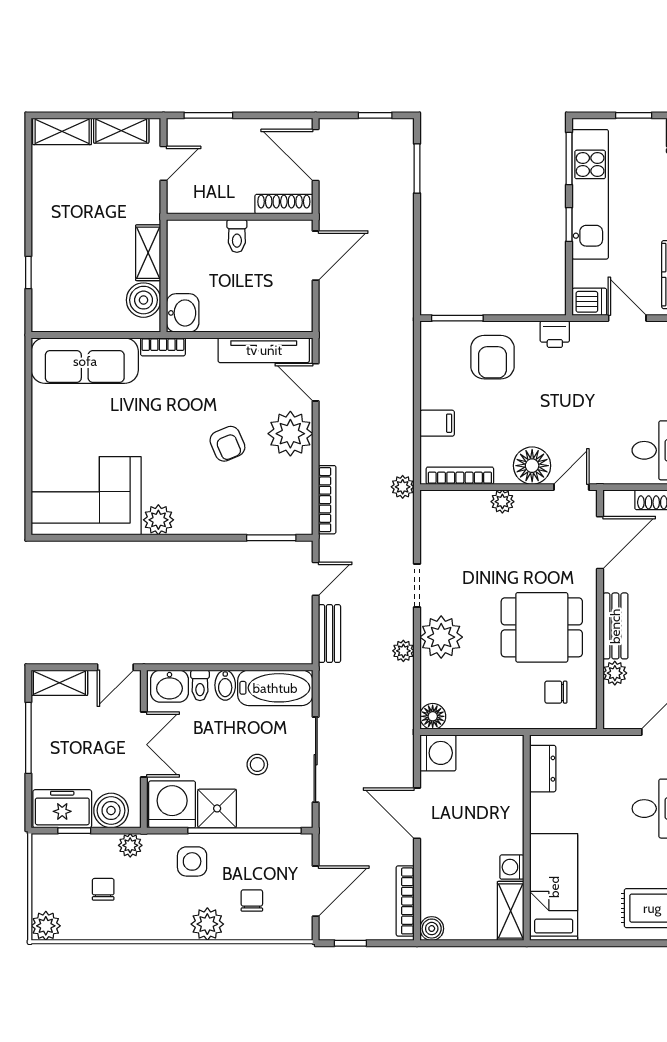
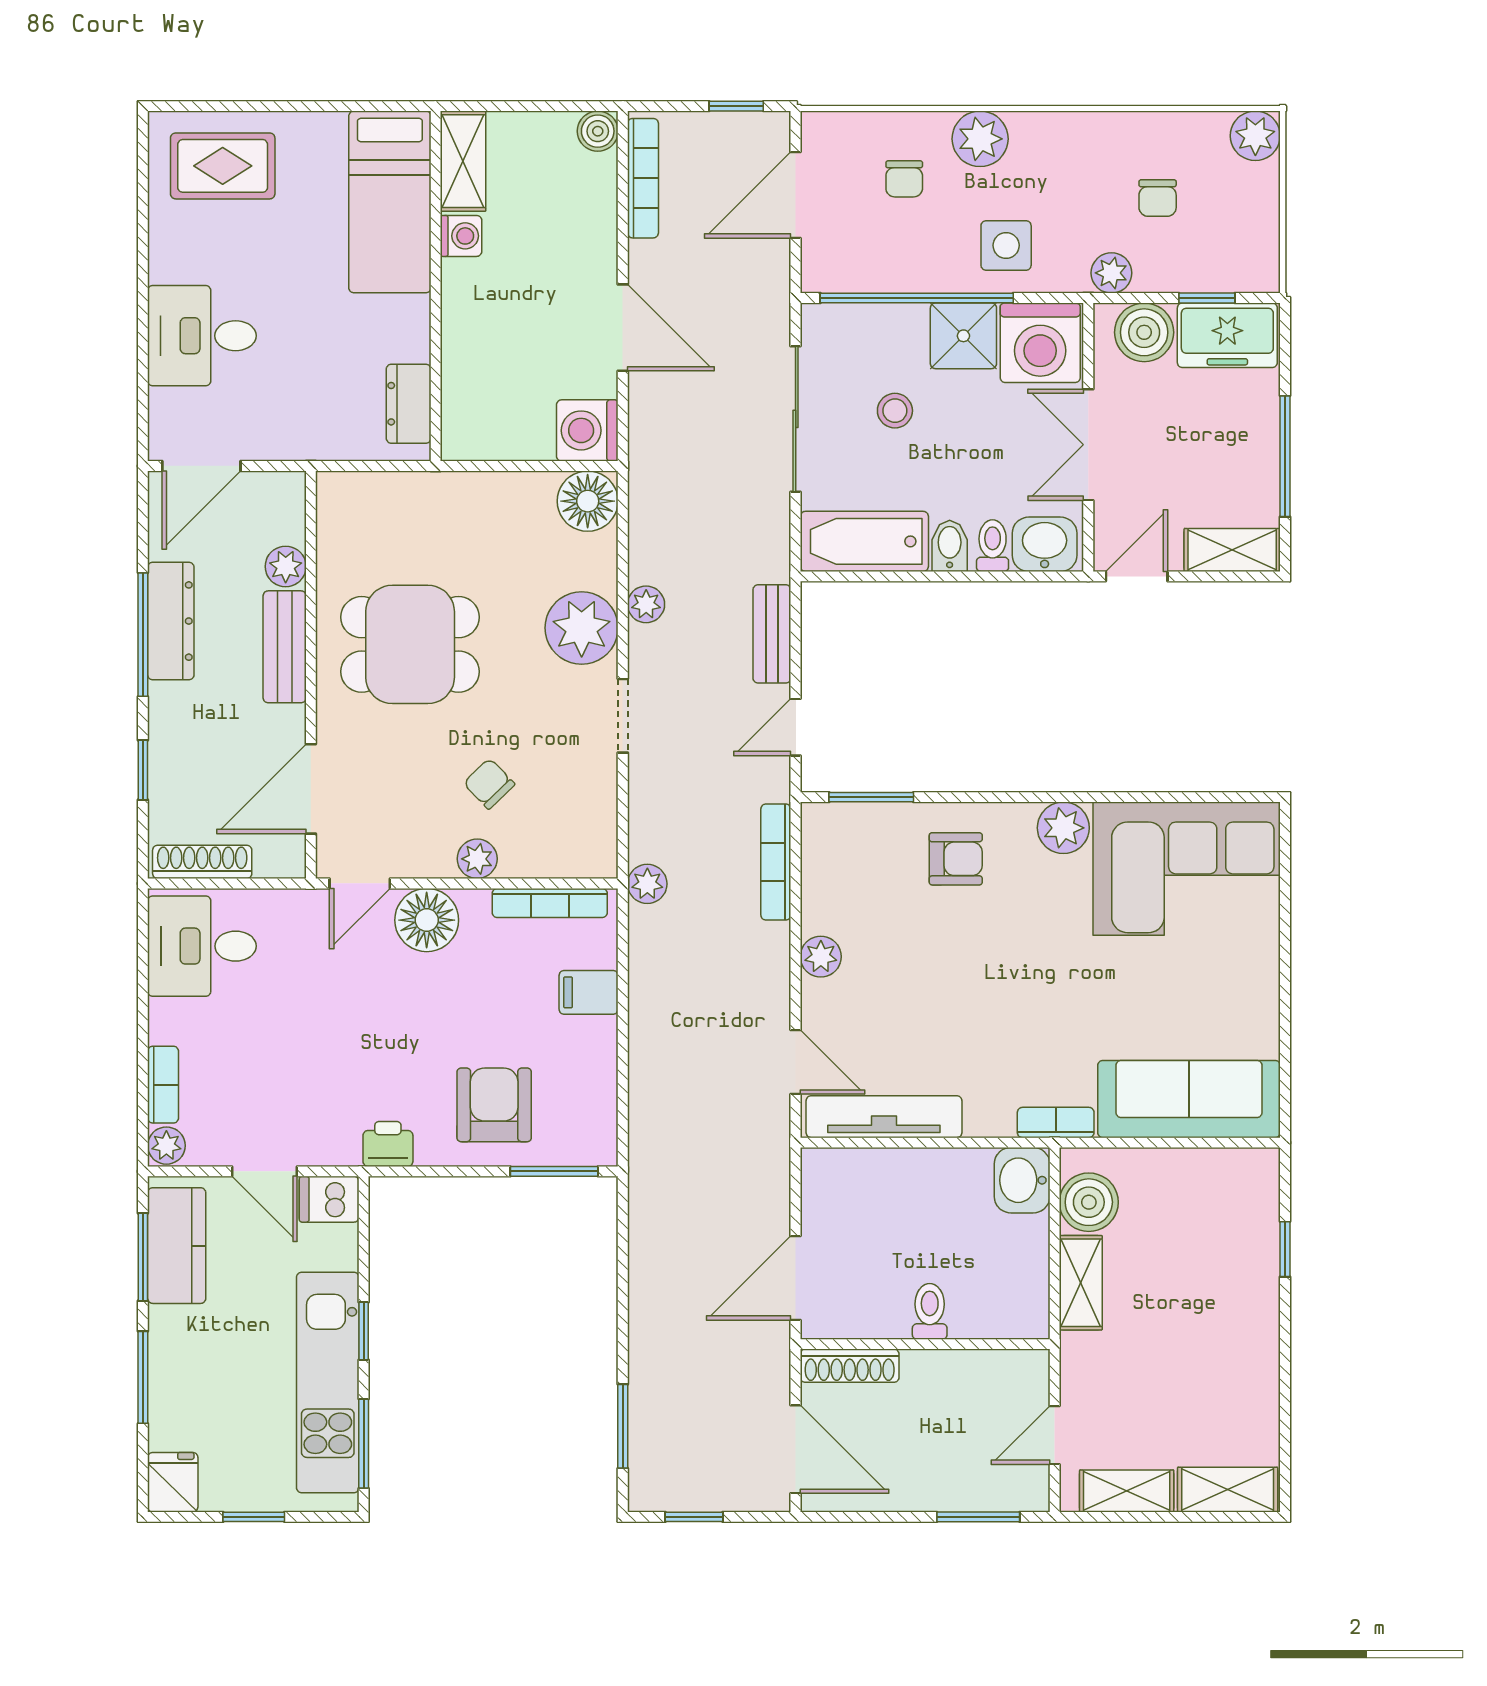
plant: (290, 434) -> (821, 957), width x0.53, depth x0.53
armchair: (227, 444) -> (956, 859), moved, turned 113
chair: (556, 692) -> (489, 784), moved, turned -134
floor lamp: (433, 716) -> (588, 501), width x1.38, depth x1.38

